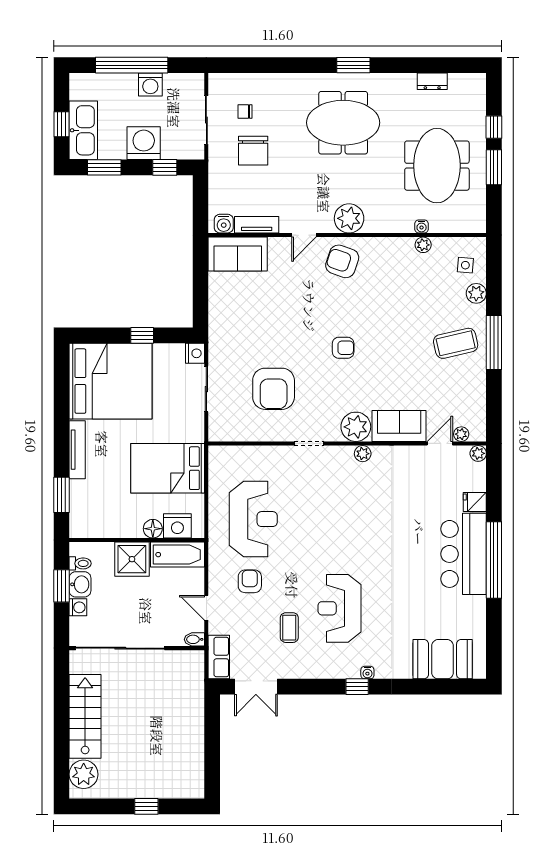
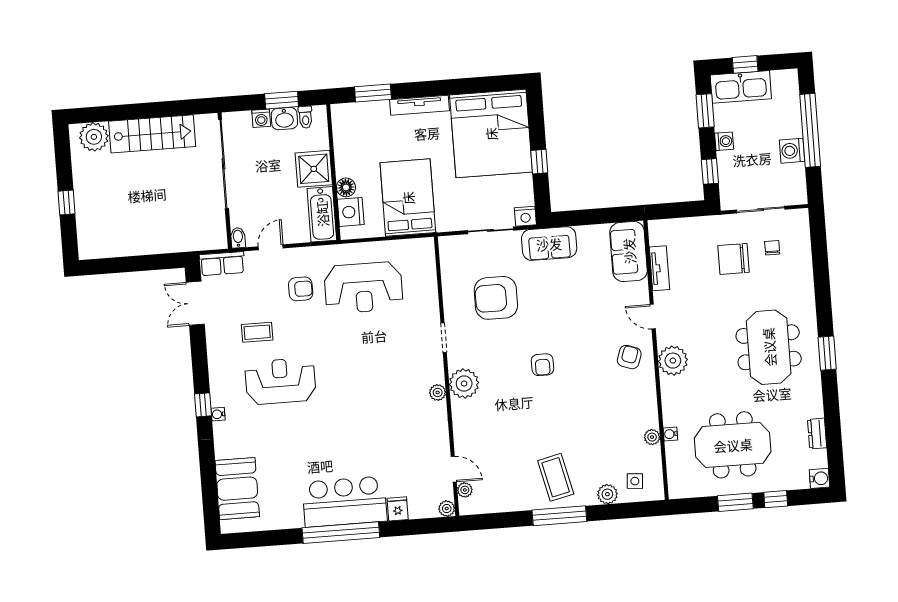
washing machine: (144, 143) -> (724, 141), width x0.53, depth x0.53
water cooler: (224, 224) -> (819, 478), moved, turned 180
armchair: (342, 261) -> (629, 357), width x0.72, depth x0.72
sofa: (399, 426) -> (549, 244), moved, turned 90

